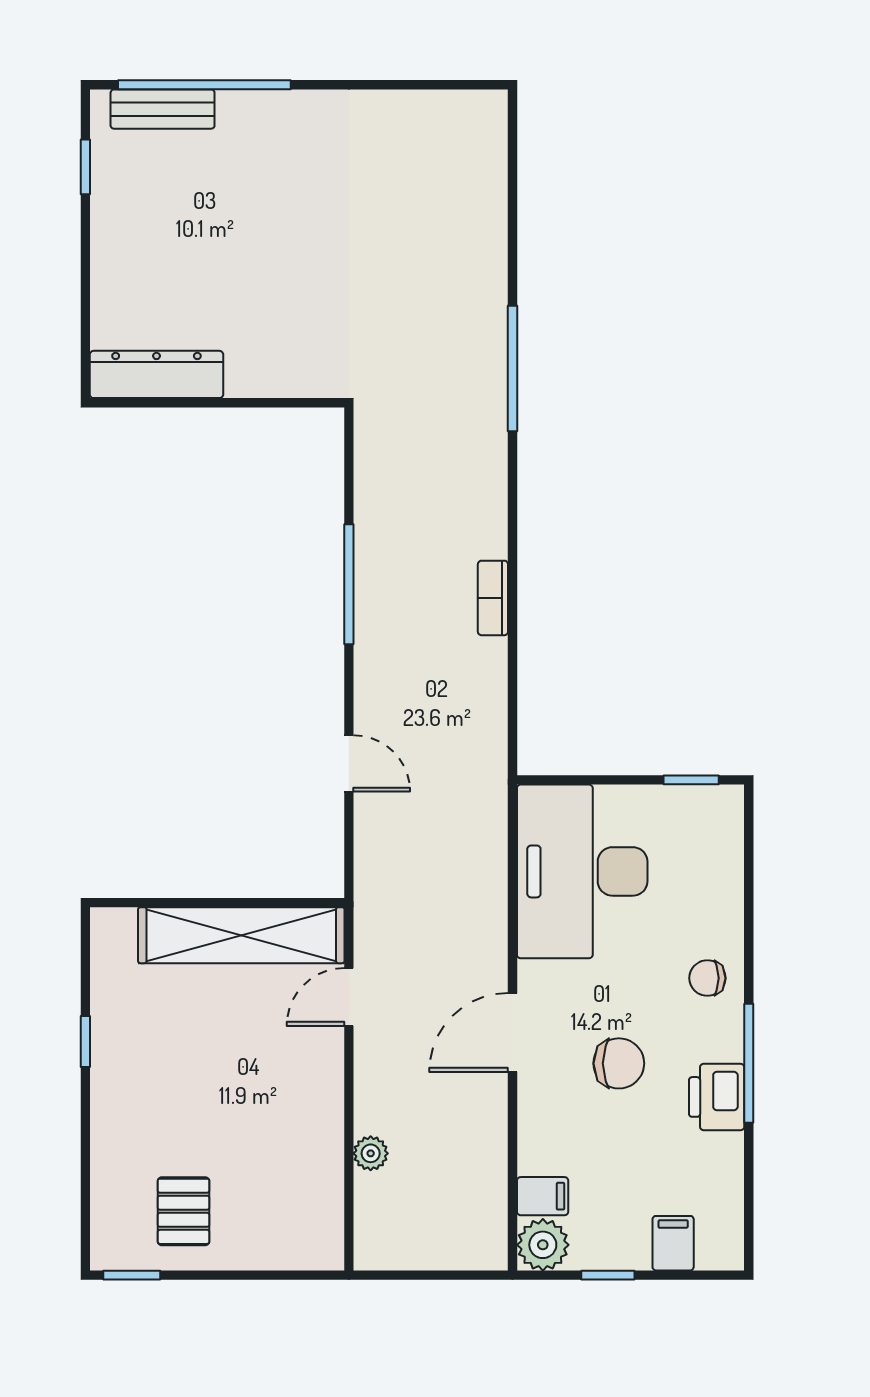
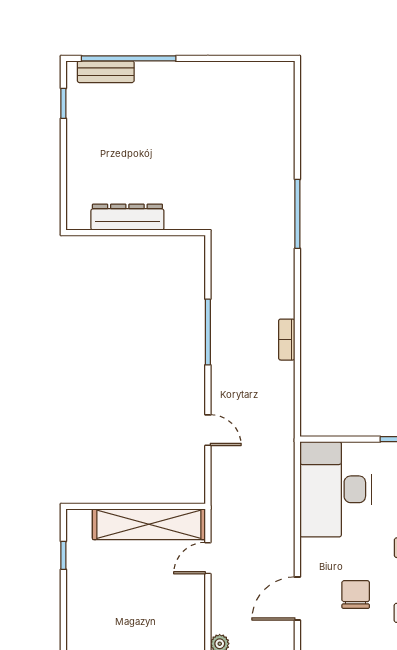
dresser: (156, 374) -> (127, 217), moved
door: (512, 1033) -> (297, 599), moved
window: (85, 1041) -> (63, 555), moved
chair: (619, 1063) -> (356, 594), turned -90

